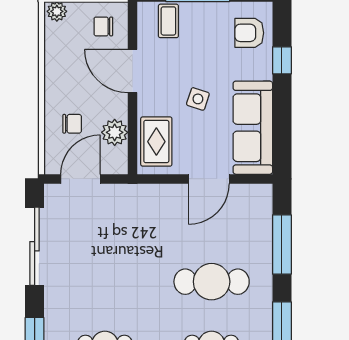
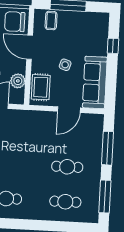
chair: (103, 26) -> (15, 22), width x1.87, depth x1.87
armchair: (249, 33) -> (96, 30), removed
cafe table: (212, 282) -> (67, 167), width x0.73, depth x0.74

